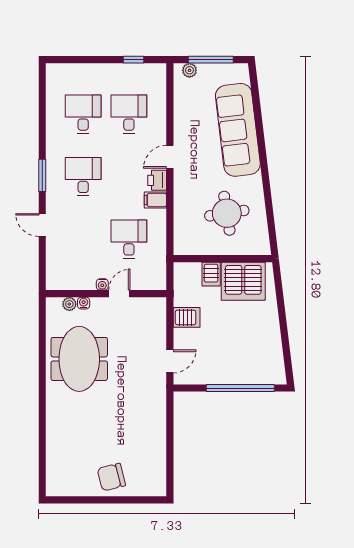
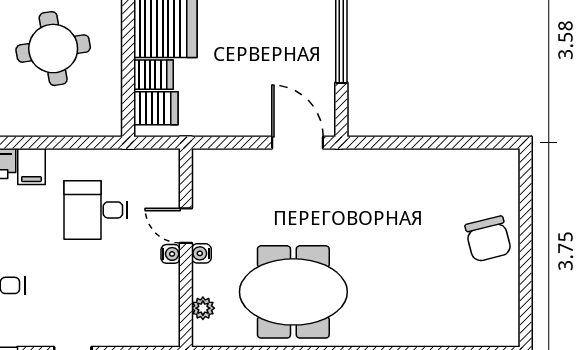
water cooler: (84, 303) -> (201, 253), moved
server rack: (187, 317) -> (156, 108), moved, turned 90
door: (170, 361) -> (297, 143), width x1.38

